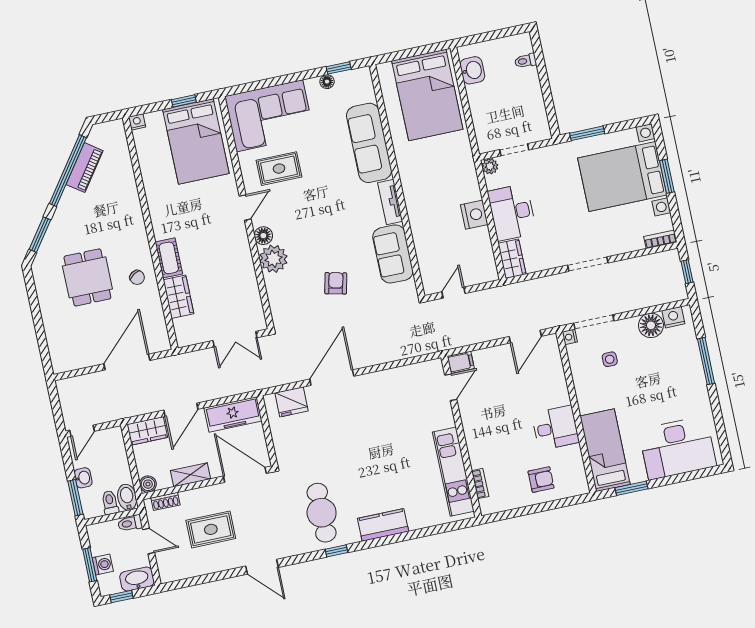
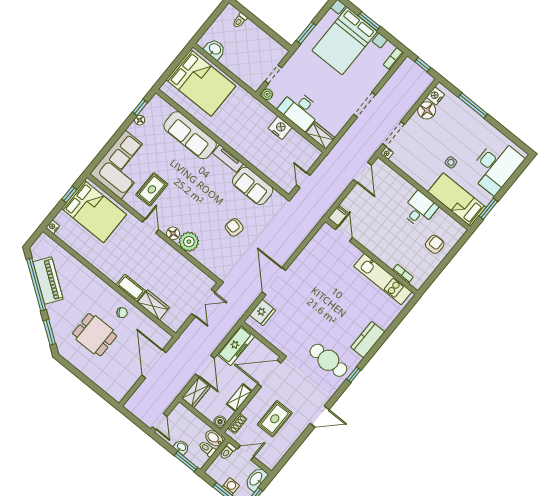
piano: (85, 168) -> (48, 281), width x1.37, depth x1.33
side table: (610, 359) -> (451, 162), moved

